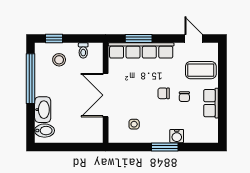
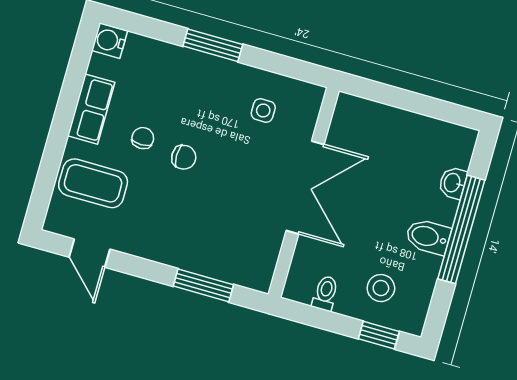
row of seats: (141, 50) -> (205, 259), removed
window: (31, 79) -> (461, 229), moved
washbasin: (43, 110) -> (453, 183), width x0.52, depth x0.69
bidet: (45, 131) -> (428, 237), moved
water cooler: (177, 136) -> (110, 41), moved, turned -90

